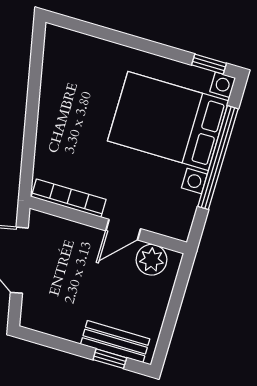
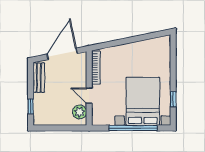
window: (209, 64) -> (173, 99), moved
bench: (115, 342) -> (39, 78), moved

